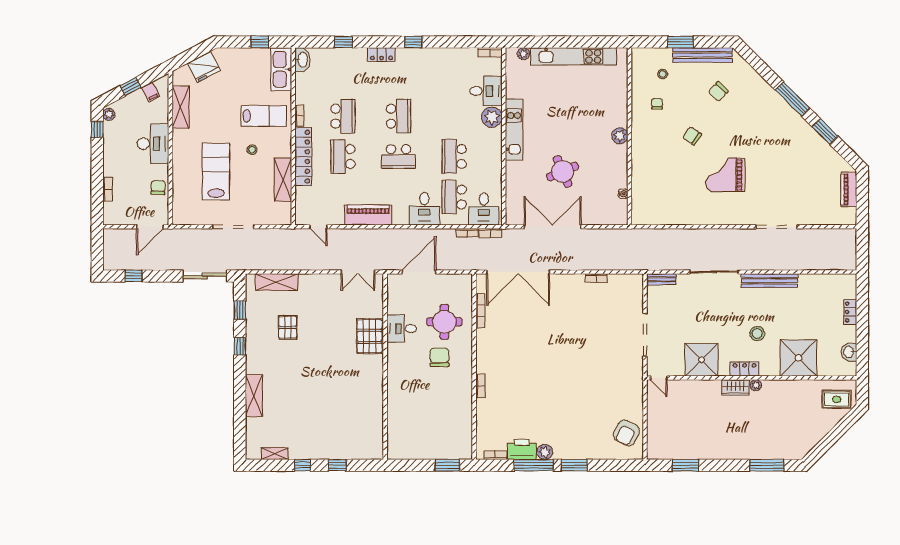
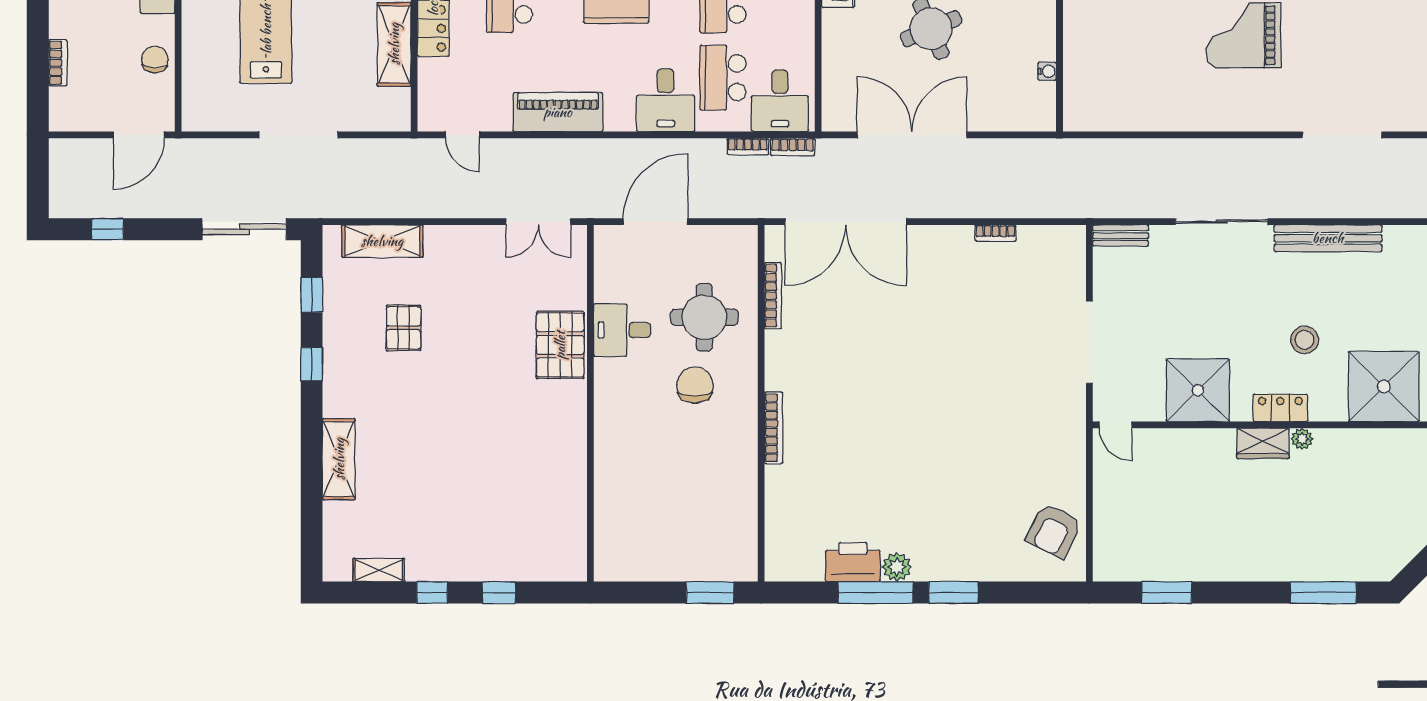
bookcase: (481, 386) -> (774, 428), width x1.56
bookcase: (495, 455) -> (802, 573), removed

